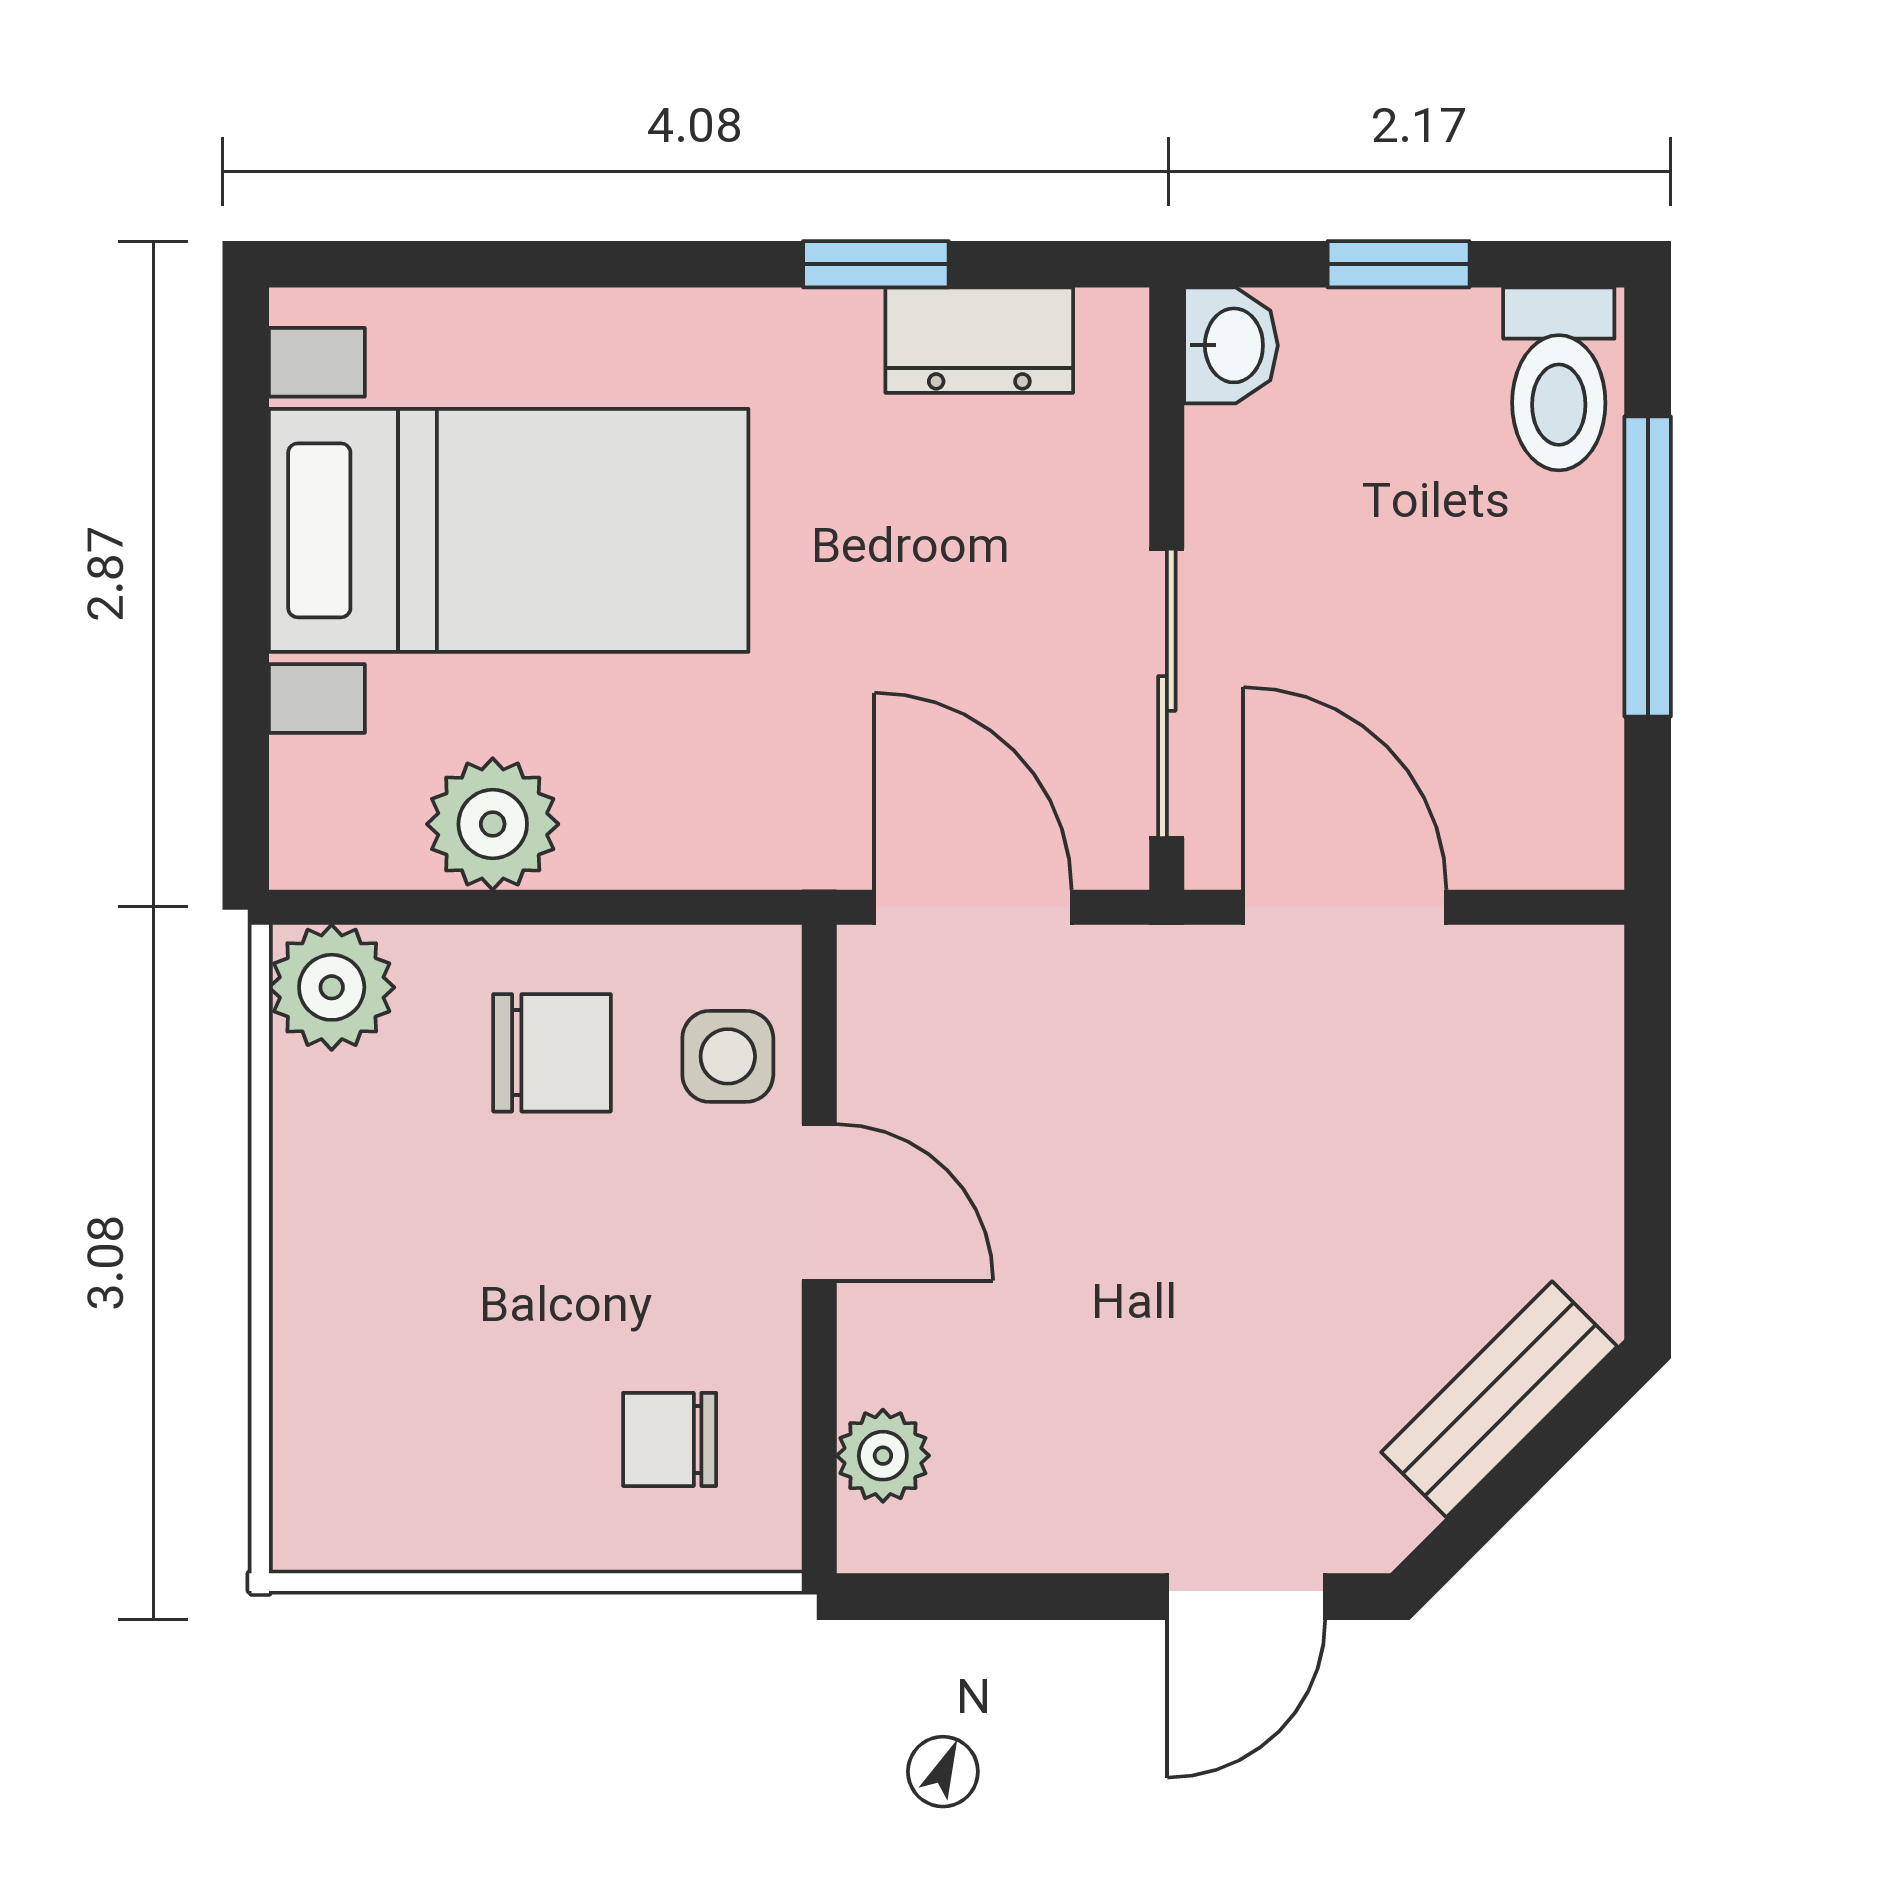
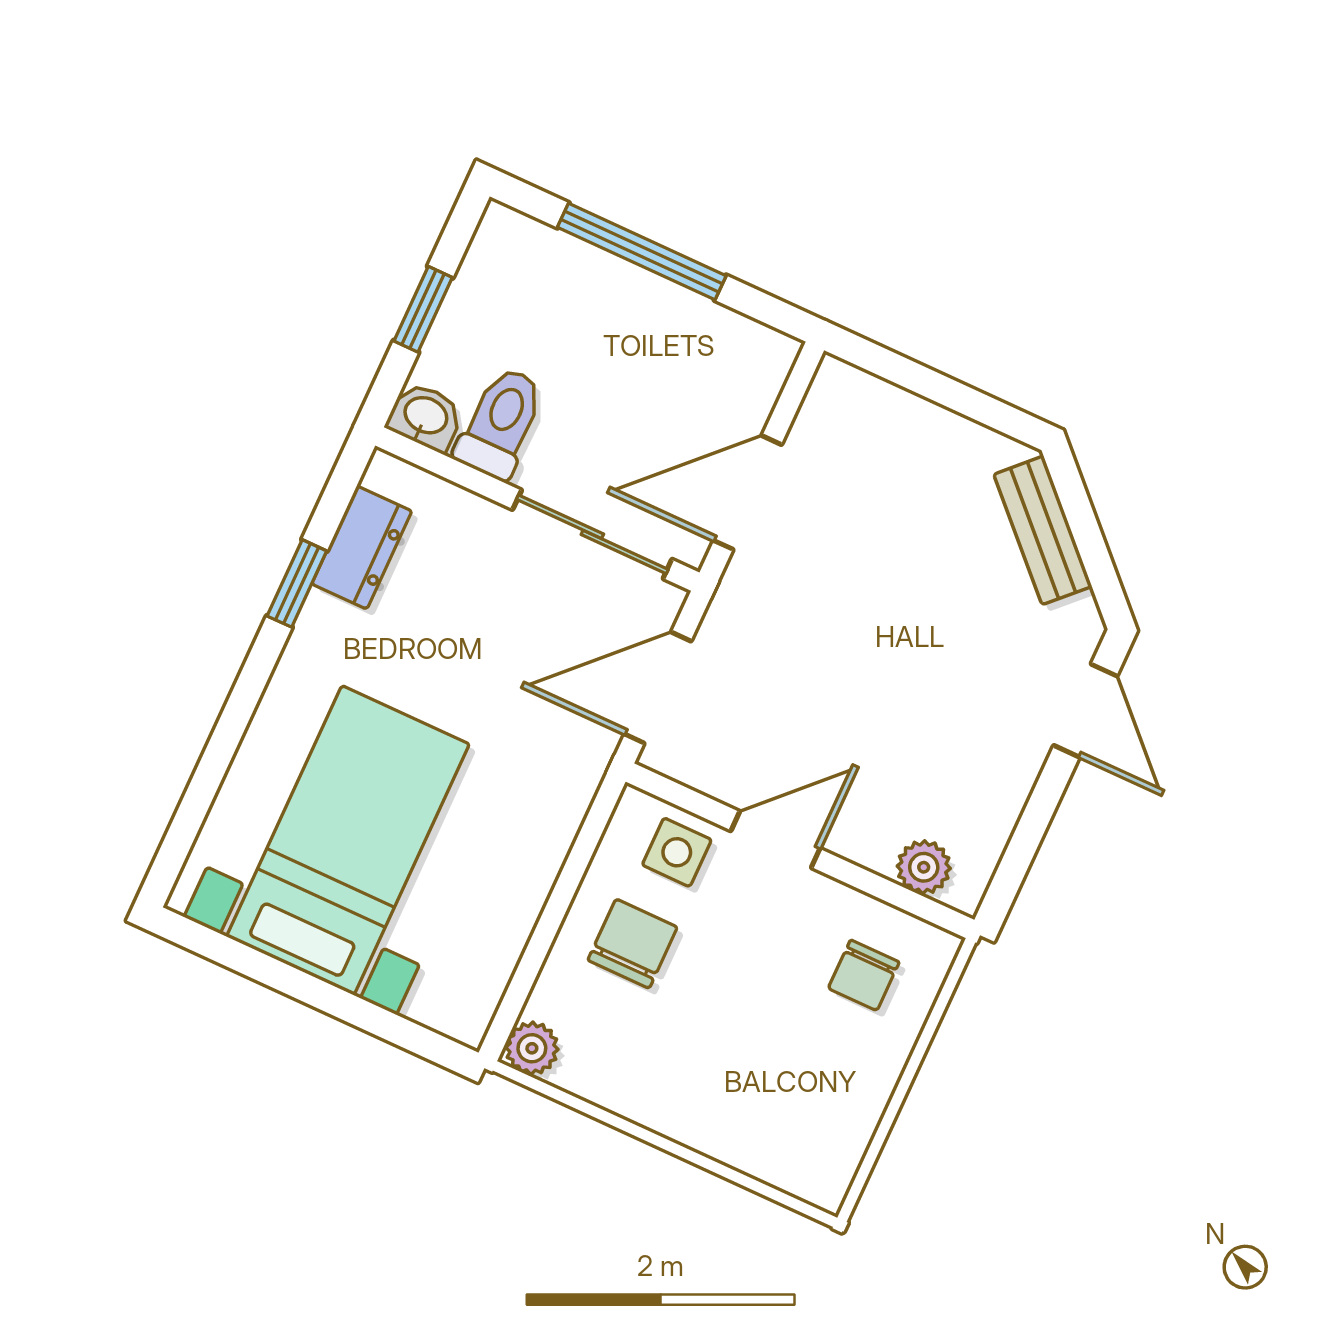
toilet: (1559, 379) -> (500, 423), moved, turned -90
plant: (493, 824) -> (498, 920), removed
plant: (332, 987) -> (532, 1048), width x0.73, depth x0.73

